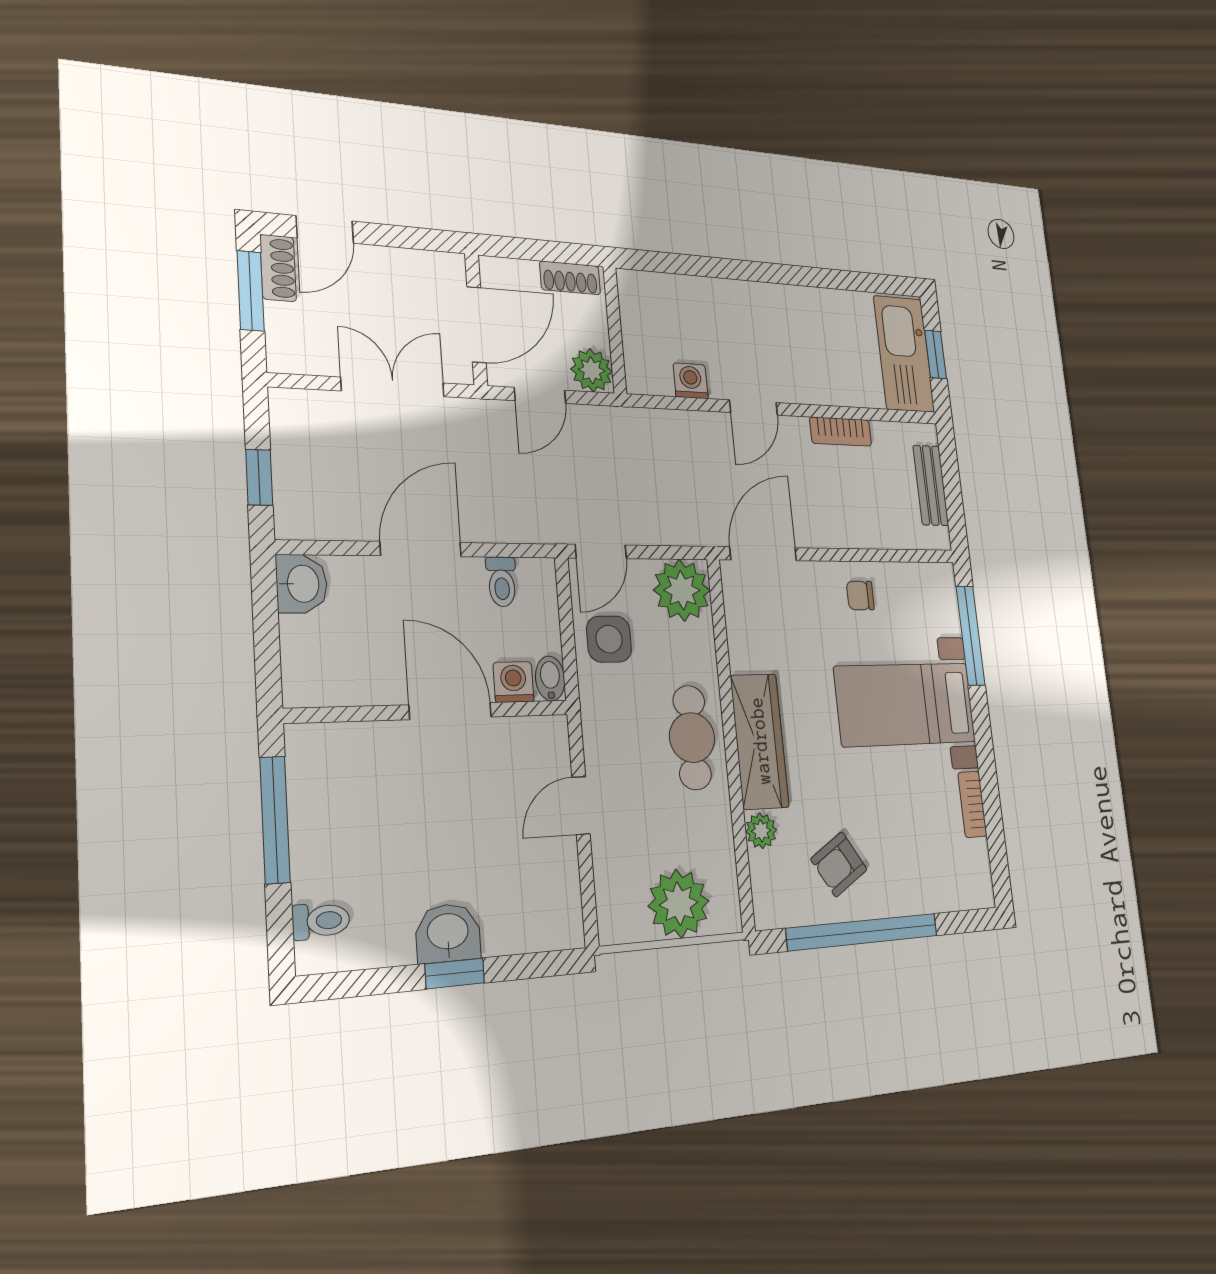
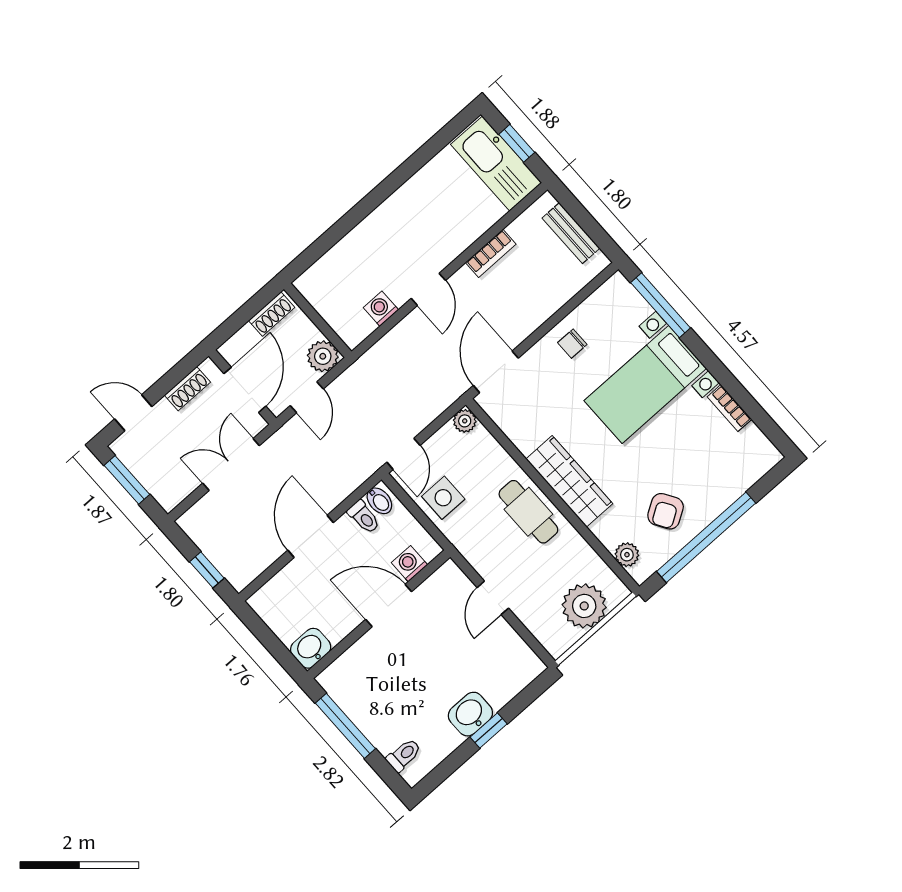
door: (325, 229) -> (133, 413), swing flipped
shoe rack: (278, 268) -> (187, 389), moved, turned 90
washbasin: (302, 584) -> (311, 648), moved, turned -90
plant: (682, 590) -> (465, 421), width x0.53, depth x0.53
bidet: (550, 678) -> (379, 501), moved, turned 180
plant: (761, 831) -> (627, 555), moved

